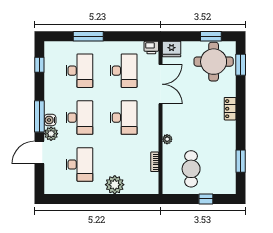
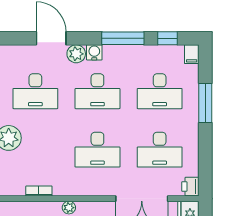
filing cabinet: (51, 46) -> (192, 54), added
window: (39, 116) -> (123, 38), moved

